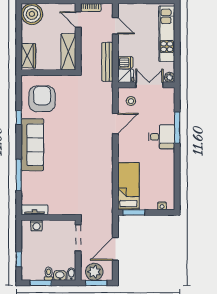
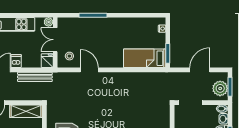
dishwasher: (125, 62) -> (16, 61), moved
desk: (162, 137) -> (101, 29), removed
door: (115, 249) -> (200, 70), swing flipped

